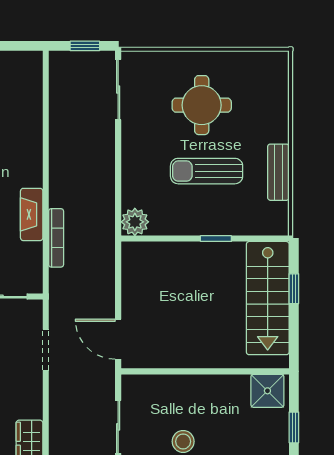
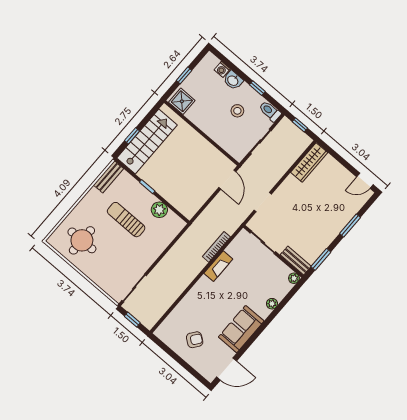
round table: (202, 105) -> (82, 240), moved
sun lounger: (207, 171) -> (126, 220), turned 180
bench: (278, 172) -> (109, 177), moved
plant: (135, 222) -> (159, 210), moved

